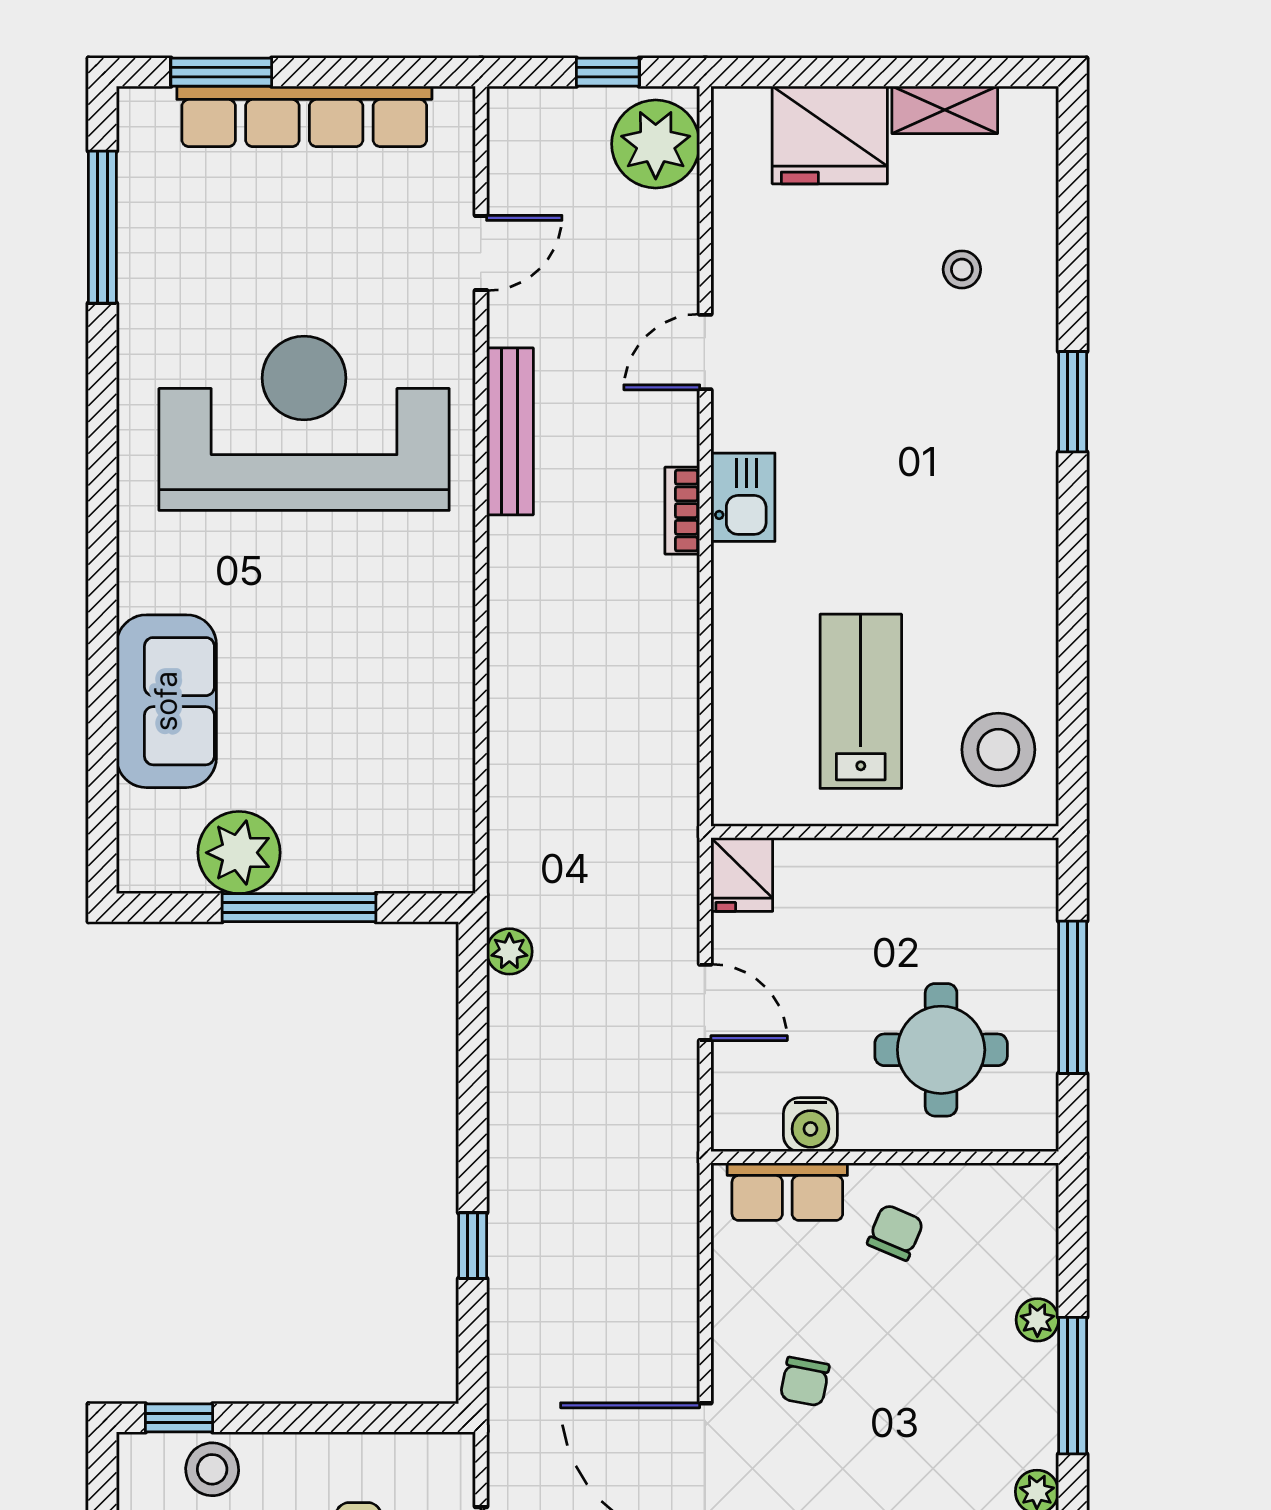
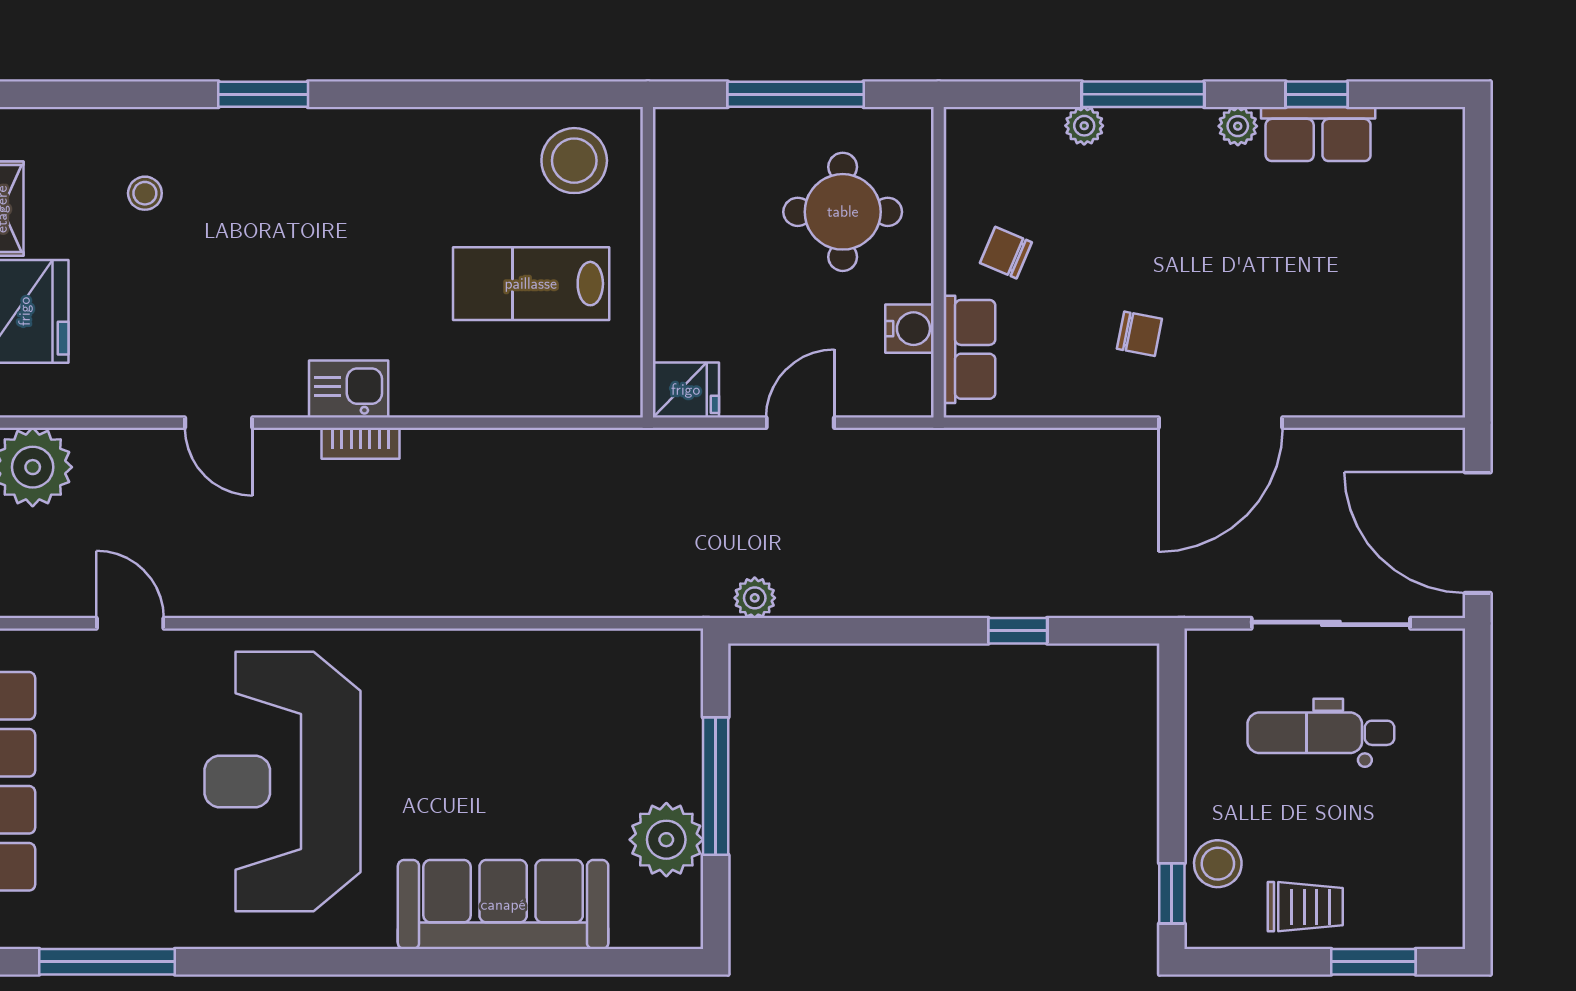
bench: (510, 431) -> (290, 597), removed
sofa: (166, 701) -> (503, 905), width x1.36

